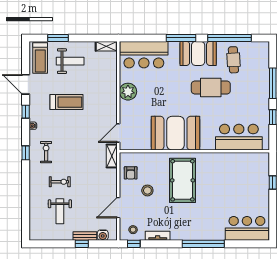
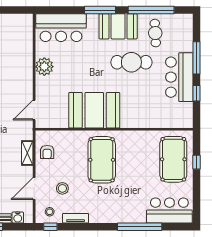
shelving: (106, 46) -> (21, 19), removed
bar counter: (239, 137) -> (179, 77), moved, turned -90
shelving: (112, 156) -> (27, 153), moved
pool table: (251, 180) -> (173, 159), added
stool: (147, 190) -> (62, 188), moved
window: (203, 244) -> (140, 227), moved

